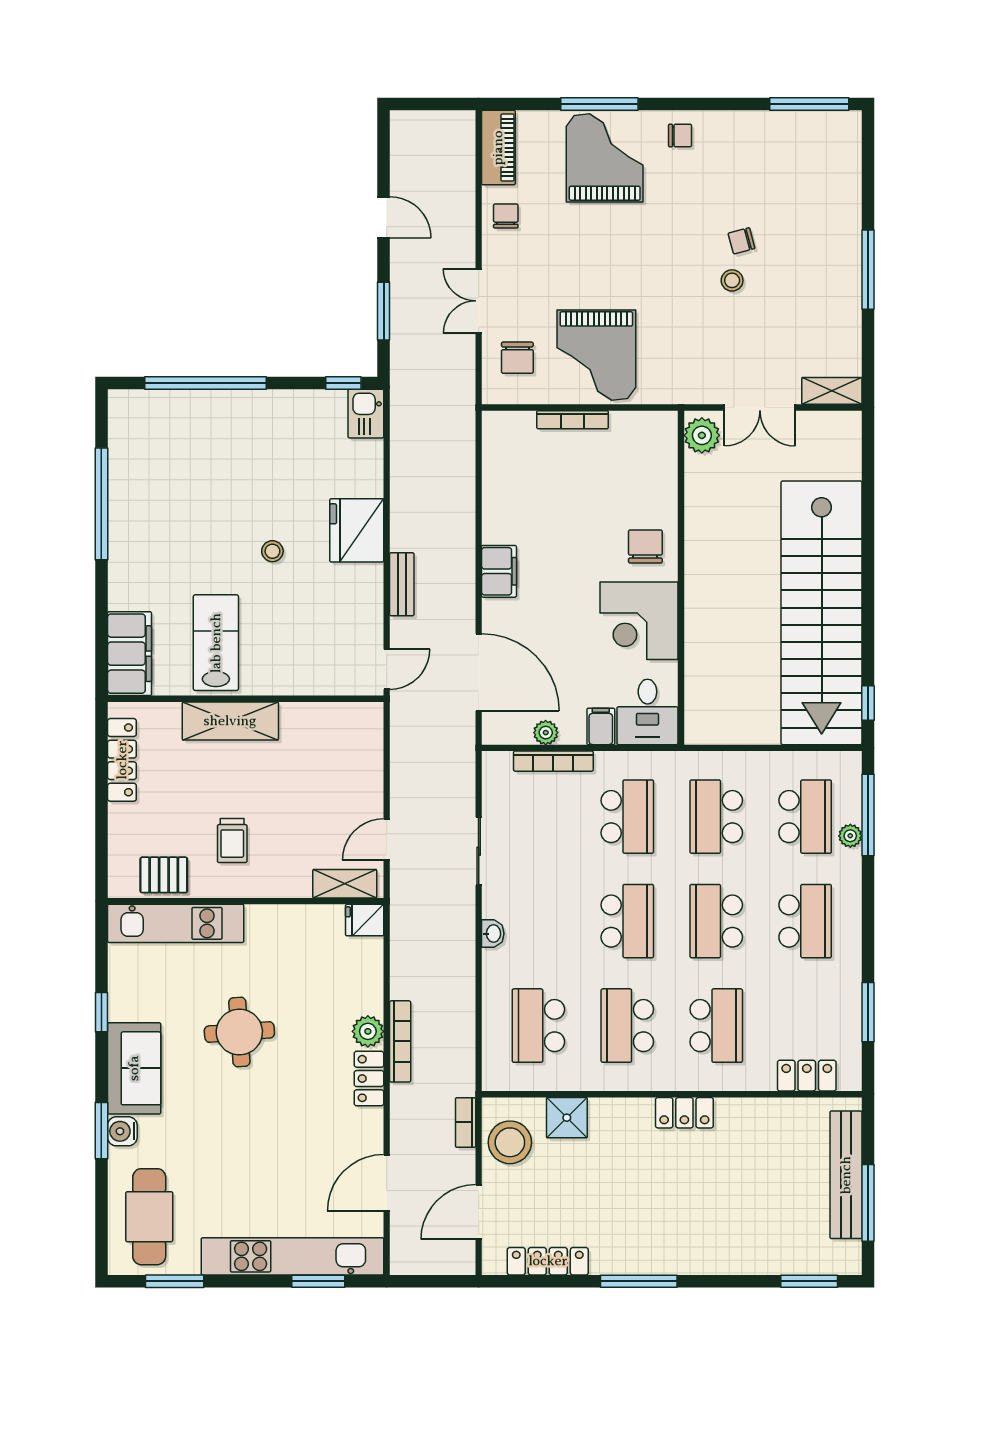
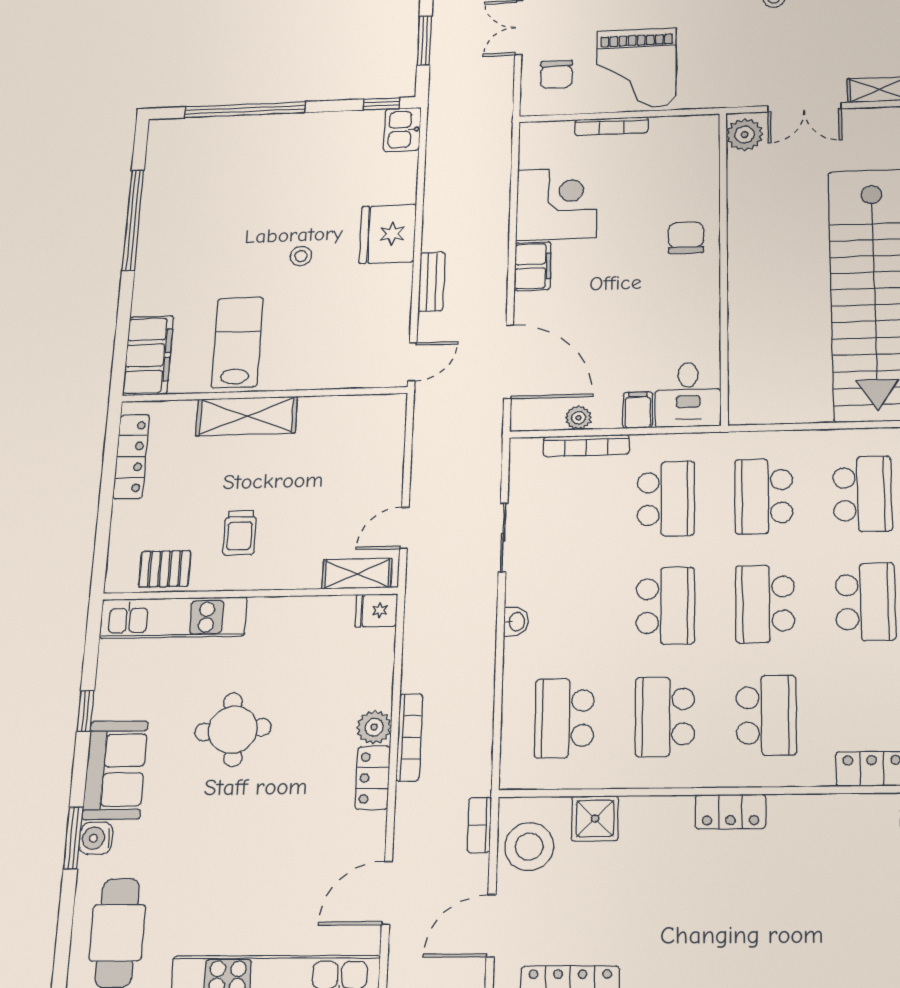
corner desk: (639, 621) -> (557, 204), moved, turned 180

